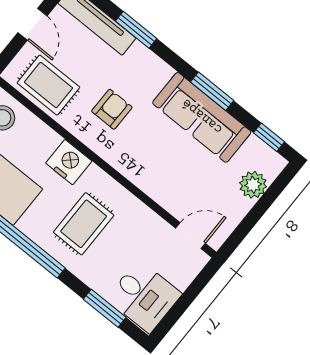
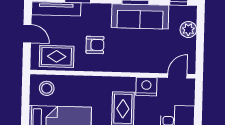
armchair: (112, 109) -> (95, 45), turned 90
nightstand: (69, 162) -> (146, 87), moved

